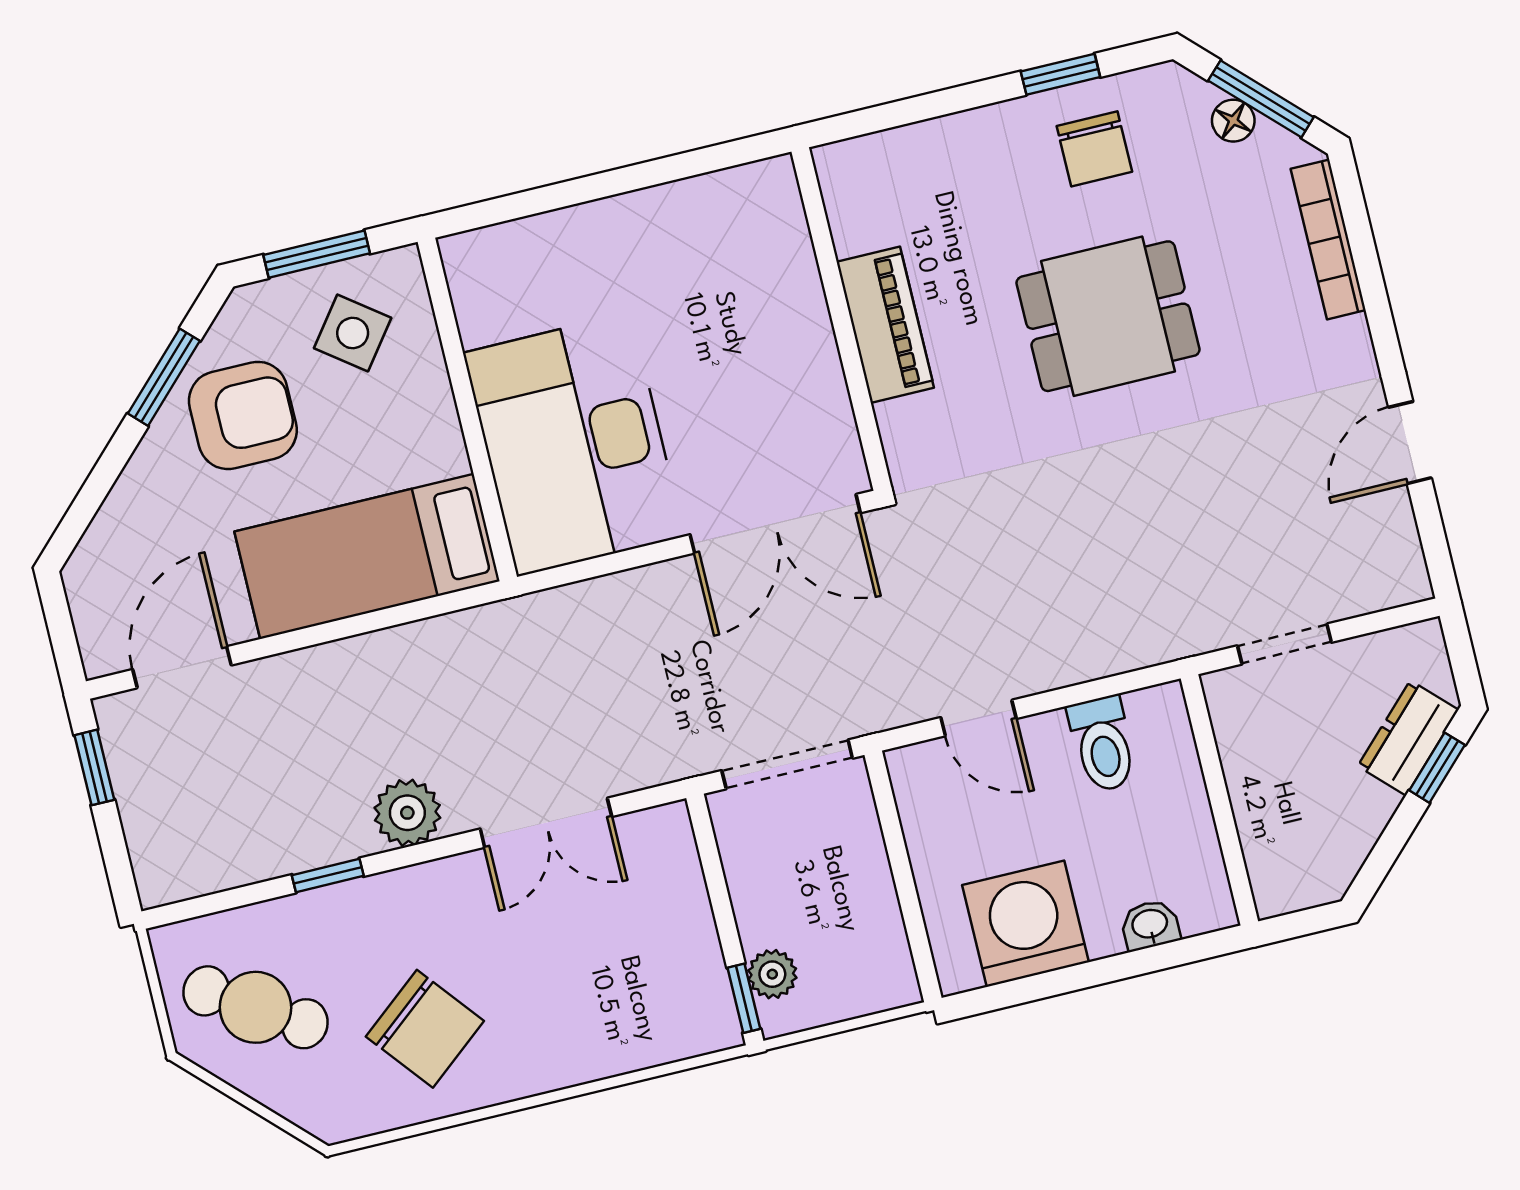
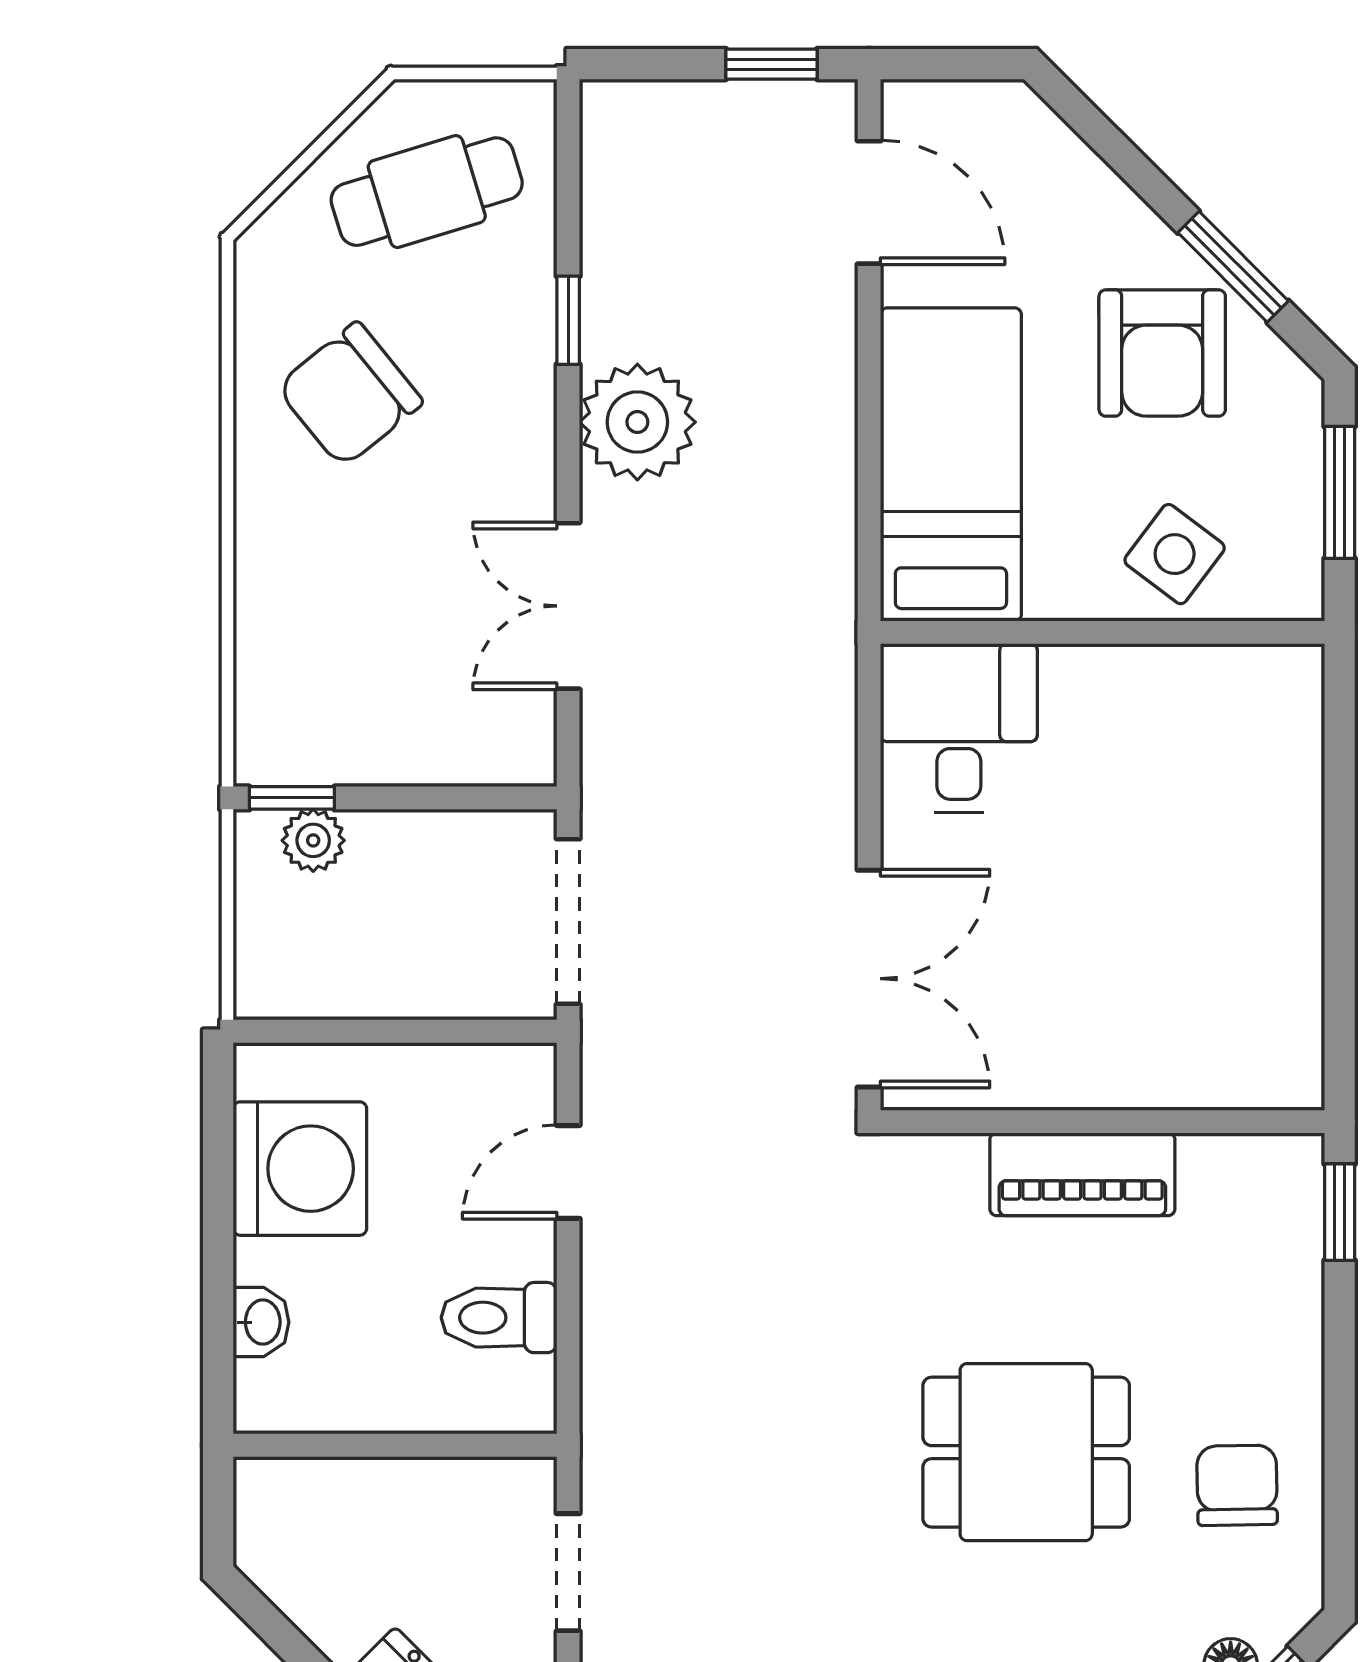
window: (1060, 74) -> (1340, 1212), moved
chair: (1094, 149) -> (1237, 1485), turned 89
dining table: (1108, 316) -> (1026, 1452), turned 90
side table: (353, 333) -> (1175, 554), moved
desk: (574, 444) -> (959, 728), width x0.53, depth x0.77
double door: (775, 524) -> (869, 979), swing flipped
plant: (407, 813) -> (637, 422), width x1.36, depth x1.36
cafe table: (256, 1007) -> (427, 192), turned 41

